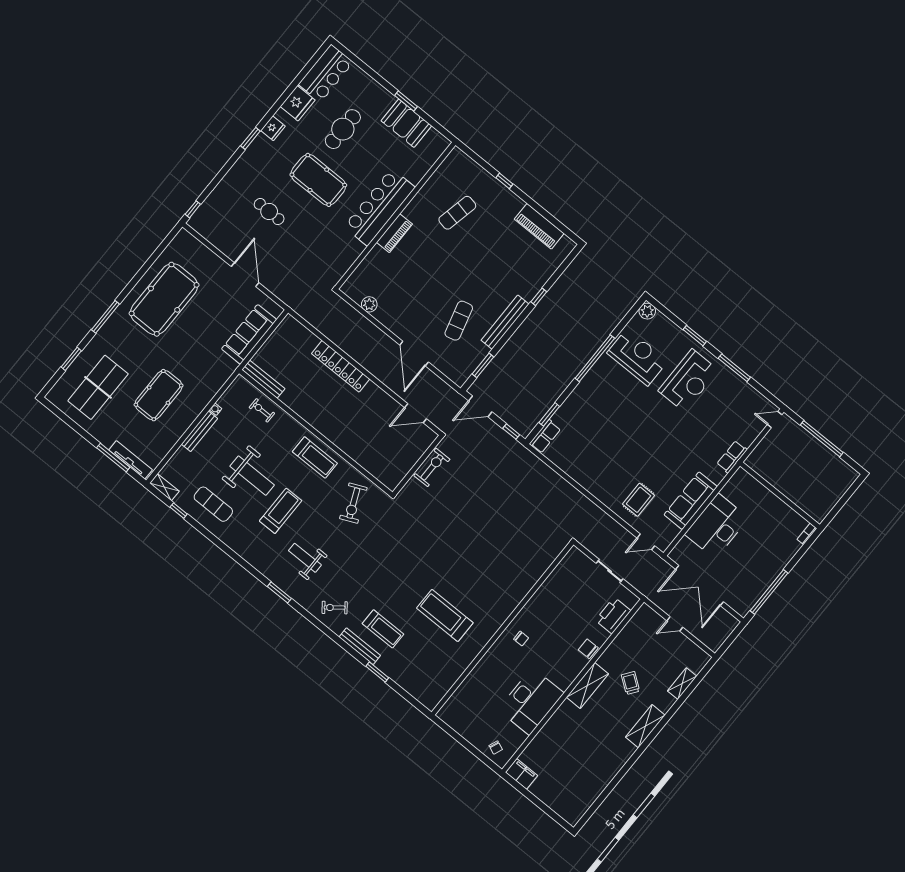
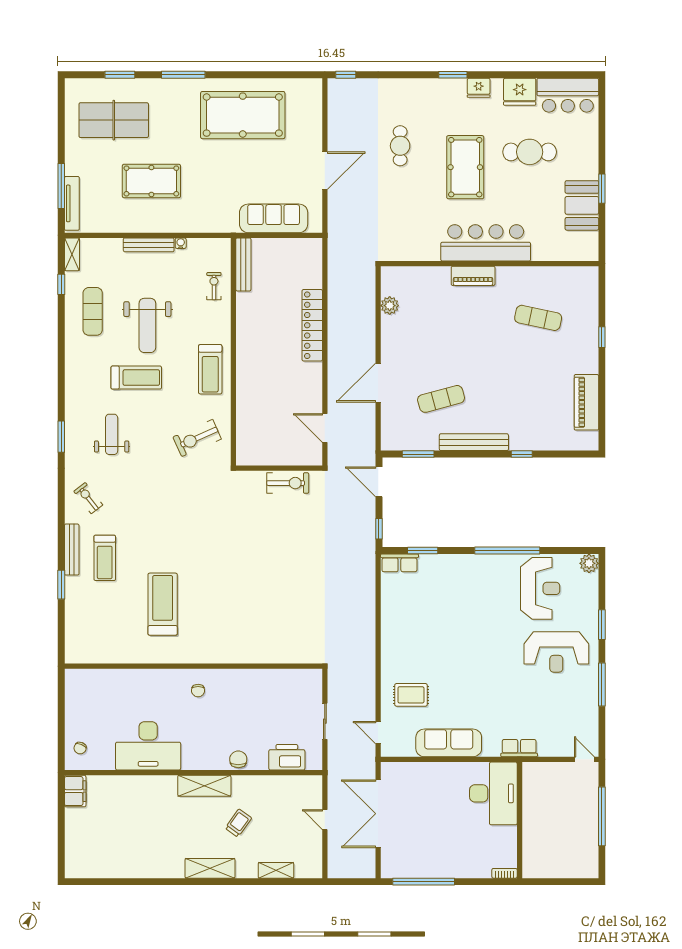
desk: (717, 526) -> (493, 793), moved, turned 90

